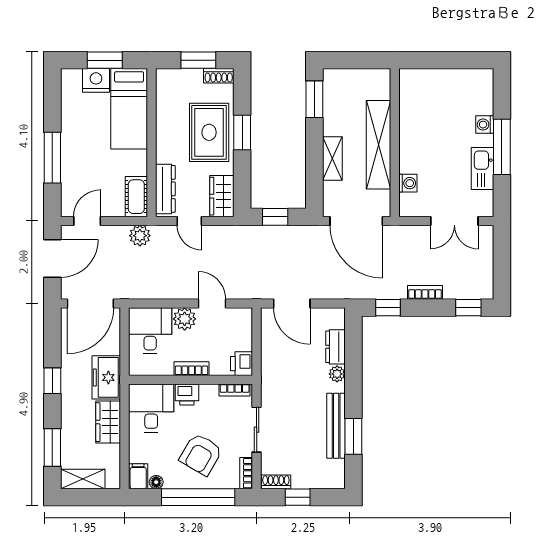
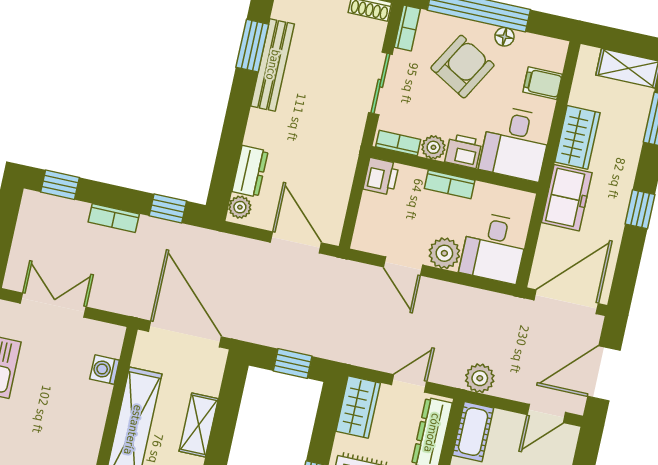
door: (189, 221) -> (409, 383), hinge flipped
plant: (337, 374) -> (240, 207), moved
plant: (209, 392) -> (433, 147), added
filing cabinet: (138, 476) -> (543, 83), moved, turned 90
floor lamp: (156, 482) -> (504, 37), moved

